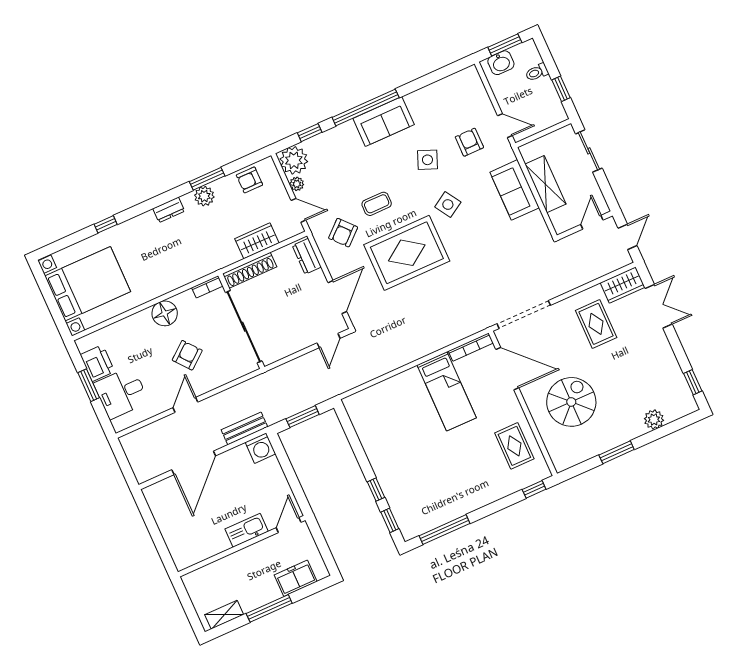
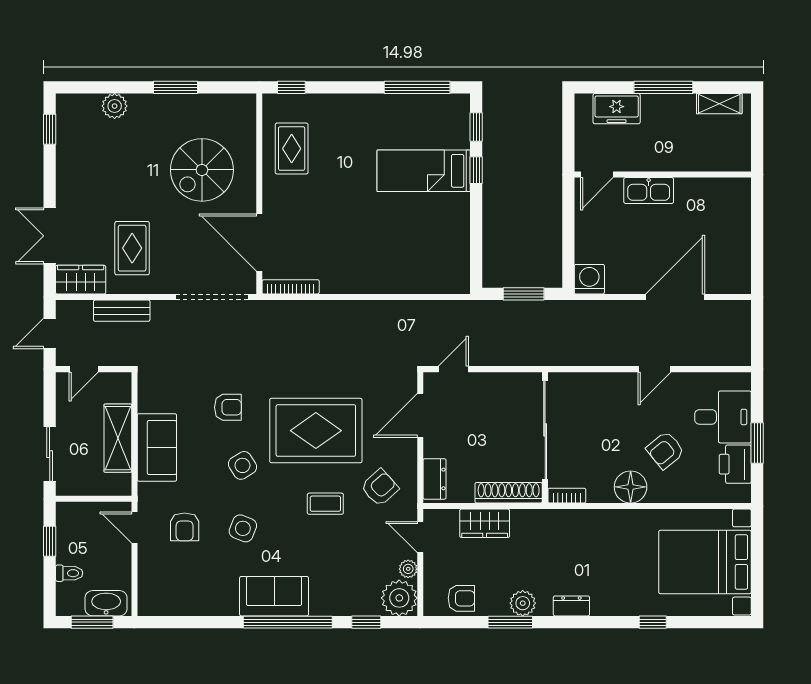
washbasin: (501, 63) -> (106, 603), width x1.38
armchair: (477, 241) -> (228, 407), added
armchair: (187, 355) -> (665, 450), moved
bed: (447, 391) -> (424, 171), moved, turned -90
bench: (244, 428) -> (122, 311), moved

